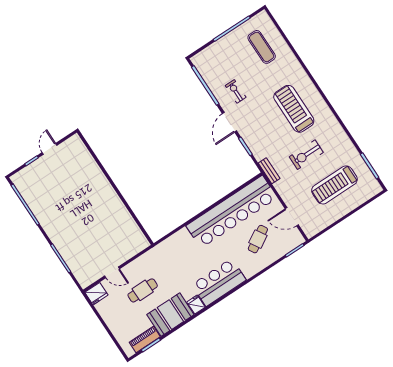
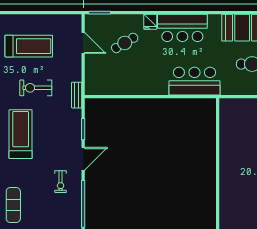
treadmill: (294, 109) -> (21, 134), turned 180
exercise bike: (306, 155) -> (36, 88), turned 180
bar counter: (232, 212) -> (194, 81), moved, width x0.54
fridge: (196, 305) -> (150, 22), moved

